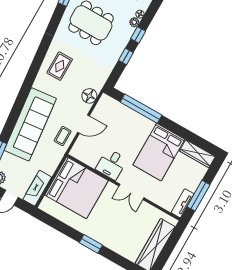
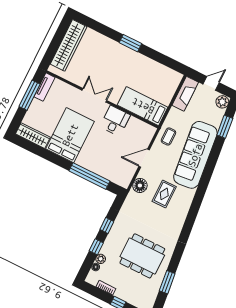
rug: (60, 66) -> (164, 194), moved
coffee table: (63, 136) -> (168, 137), moved
bed: (77, 188) -> (143, 106), width x0.49

